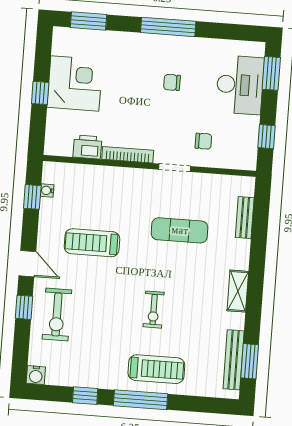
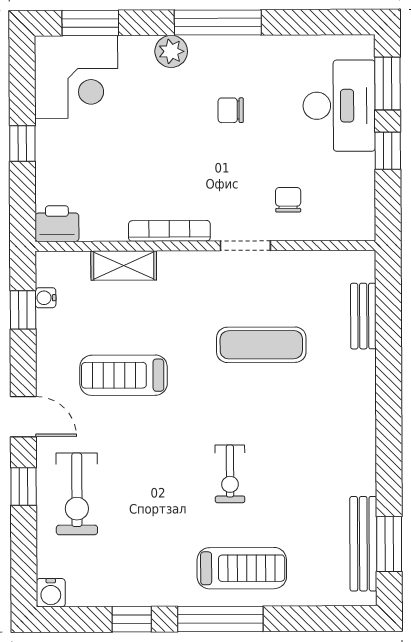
plant: (138, 43) -> (171, 51), added
corner desk: (75, 83) -> (76, 77), moved, turned 90
window: (267, 137) -> (388, 151), moved
chair: (203, 141) -> (288, 200), turned -90
printer: (87, 147) -> (57, 224), moved
shelving: (238, 291) -> (124, 266), moved, turned 90

